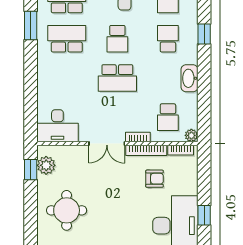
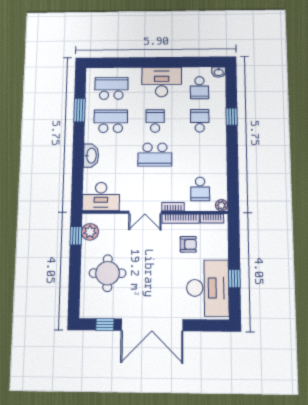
school desk: (117, 39) -> (155, 121), turned 180
washbasin: (189, 78) -> (91, 156), moved, turned 180

